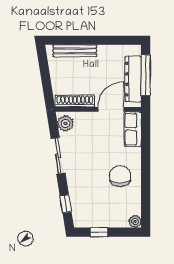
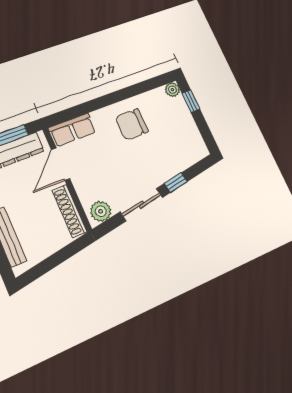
door: (111, 109) -> (61, 164), hinge flipped
window: (66, 204) -> (176, 183), moved
window: (99, 232) -> (191, 101), moved

